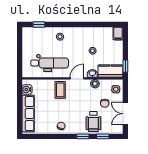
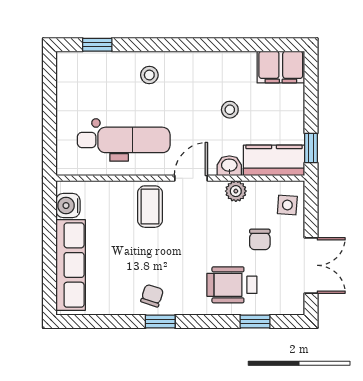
filing cabinet: (118, 33) -> (281, 67), width x2.00
double door: (125, 114) -> (311, 265), swing flipped
wheelchair: (93, 122) -> (232, 285), turned 90
window: (83, 136) -> (160, 322), moved

